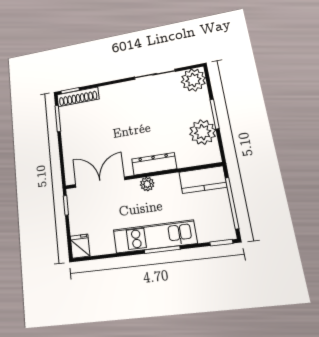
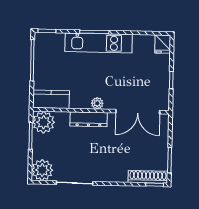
dresser: (154, 164) -> (89, 119), moved
wall: (141, 176) -> (101, 111), moved
kitchen counter: (203, 180) -> (51, 99), moved
double door: (100, 182) -> (138, 112), moved
plant: (147, 184) -> (97, 103), moved

